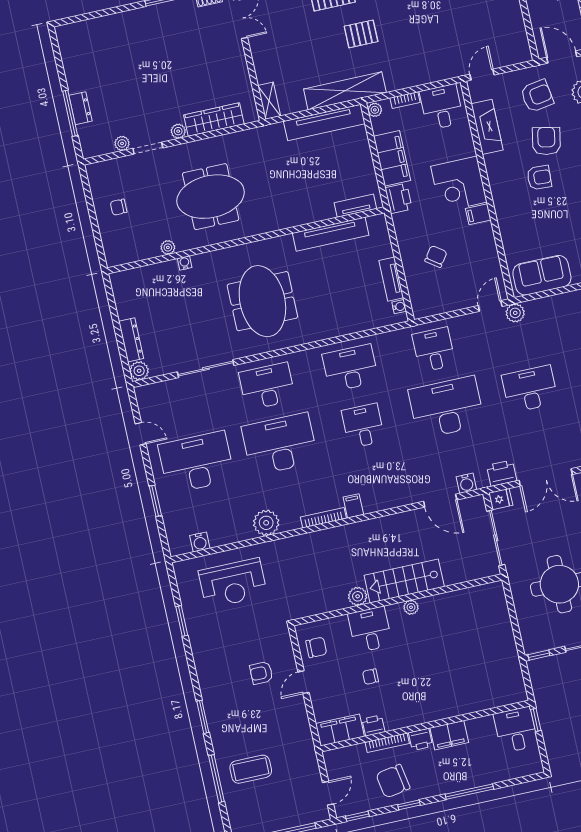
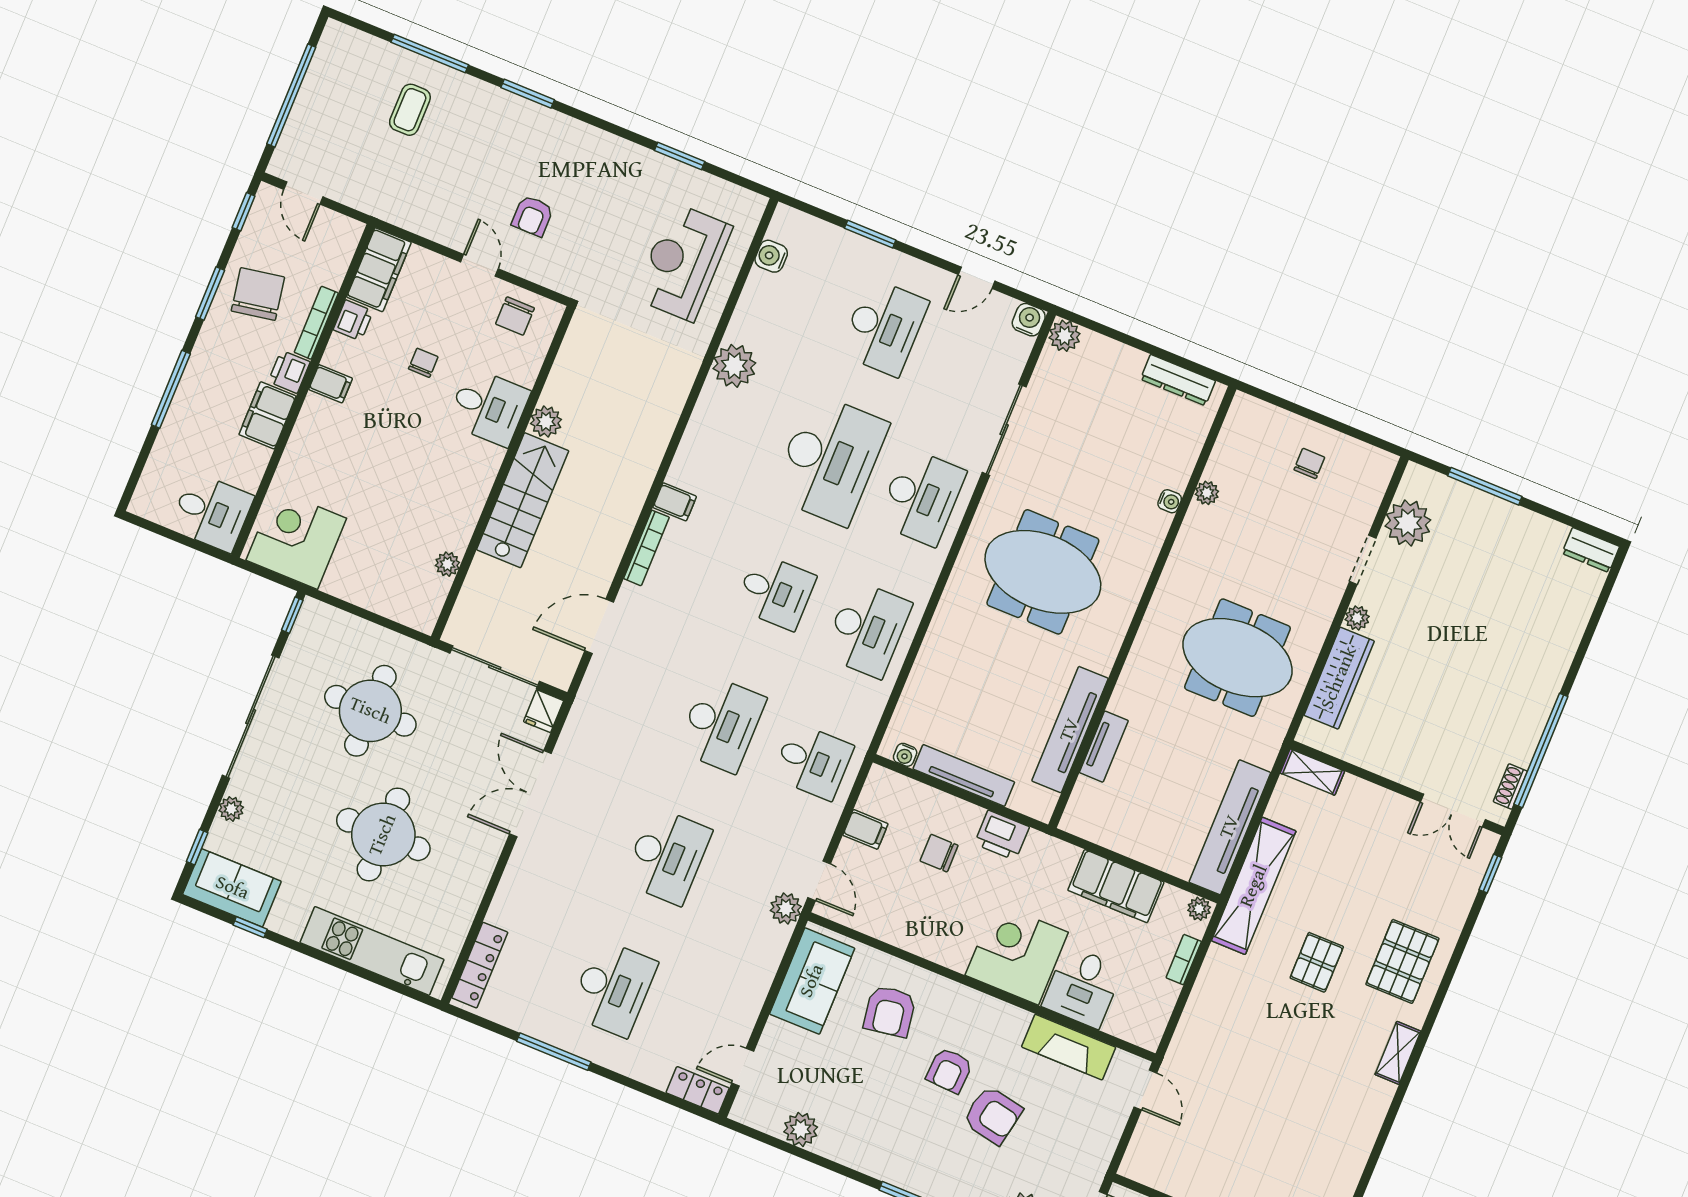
armchair: (537, 96) -> (890, 1011), moved
desk: (442, 107) -> (1083, 987), moved, turned 90
dresser: (80, 108) -> (1591, 550), moved
plant: (122, 143) -> (1408, 523), width x1.88, depth x1.88
meeting table: (211, 197) -> (1238, 658), moved, turned 90
printer: (398, 198) -> (1002, 835), moved
tv unit: (355, 206) -> (1104, 747), moved
filing cabinet: (478, 214) -> (865, 829), moved, turned 90
chair: (436, 256) -> (939, 853), turned 145
tv unit: (391, 279) -> (964, 775), width x1.41
dresser: (131, 340) -> (1178, 380), moved
desk: (447, 407) -> (721, 724), width x0.73, depth x0.77
desk: (196, 462) -> (884, 327), width x0.73, depth x0.77
printer: (502, 473) -> (578, 737), removed
water cooler: (466, 483) -> (1029, 320), moved, turned 90
bookcase: (323, 518) -> (646, 548), moved
plant: (411, 607) -> (447, 564), moved
armchair: (261, 673) -> (532, 216), turned 180
corner desk: (500, 679) -> (296, 539), added
filing cabinet: (412, 715) -> (331, 384), added
window: (536, 720) -> (206, 549), removed
coffee table: (251, 769) -> (410, 110), width x0.73, depth x0.77
window: (409, 805) -> (210, 294), width x1.50

